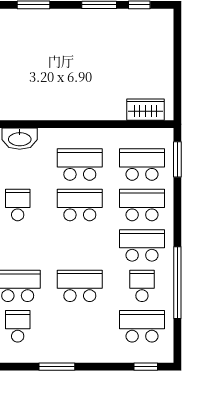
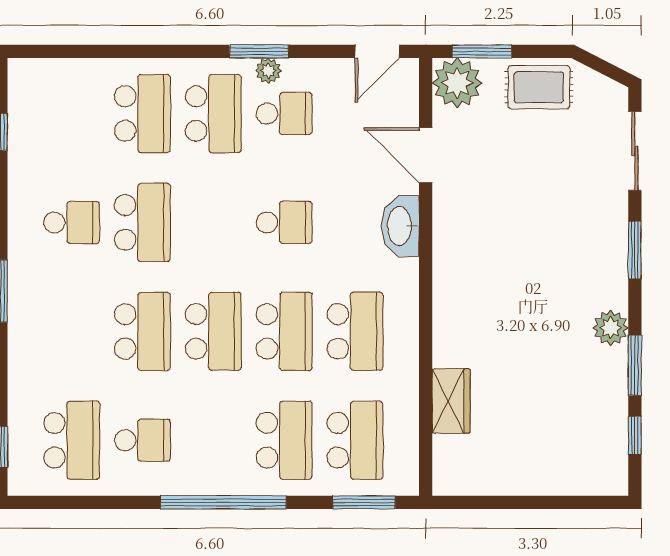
plant: (78, 19) -> (611, 328), added
wardrobe: (146, 110) -> (451, 401), moved
school desk: (142, 245) -> (213, 331), moved
window: (177, 283) -> (223, 502), moved

